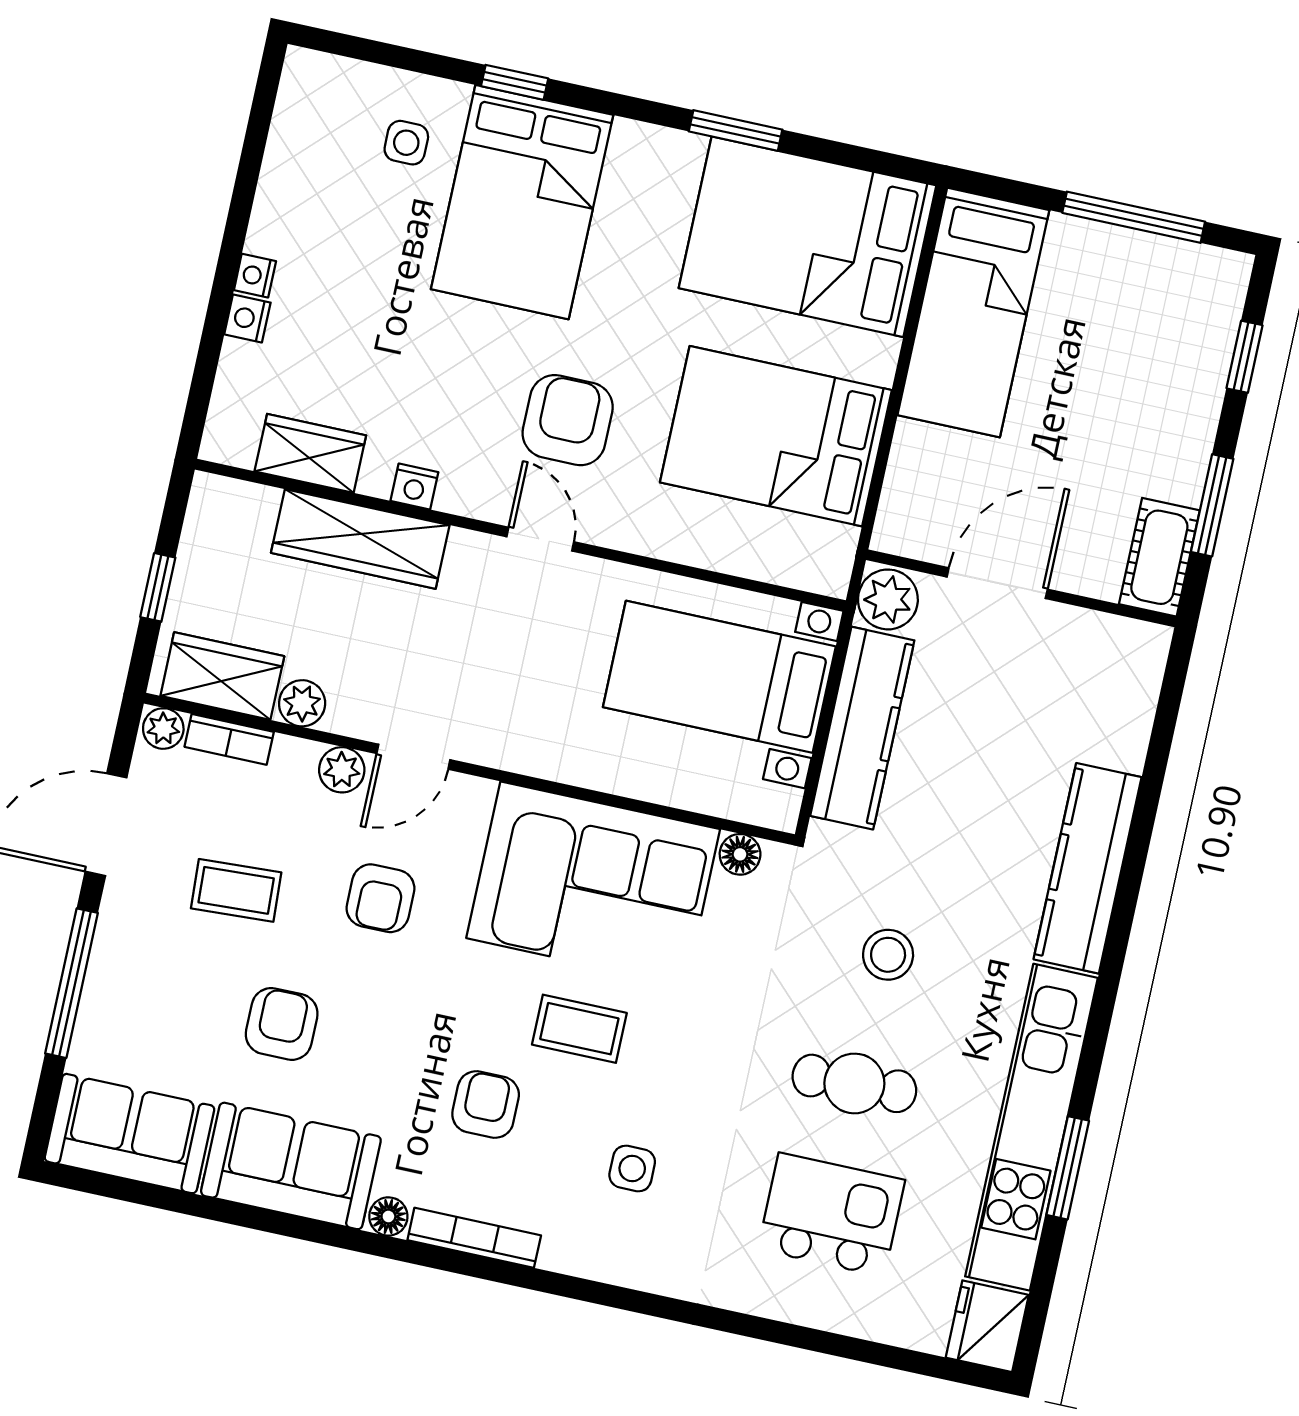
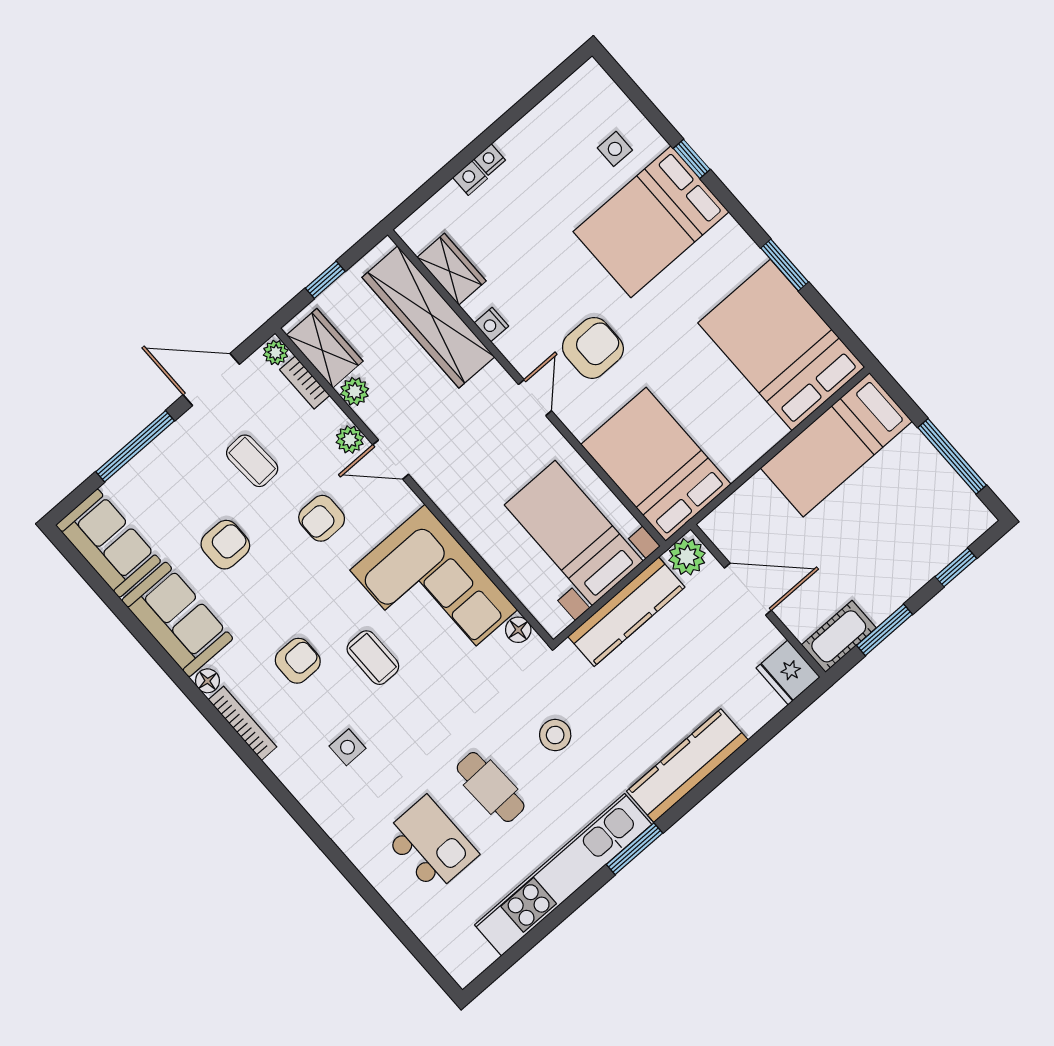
bed: (776, 436) -> (656, 464), moved
wardrobe: (360, 539) -> (428, 317), width x1.40, depth x1.17
window: (1068, 1168) -> (635, 849), moved
fridge: (987, 1326) -> (788, 672), moved, turned -90

